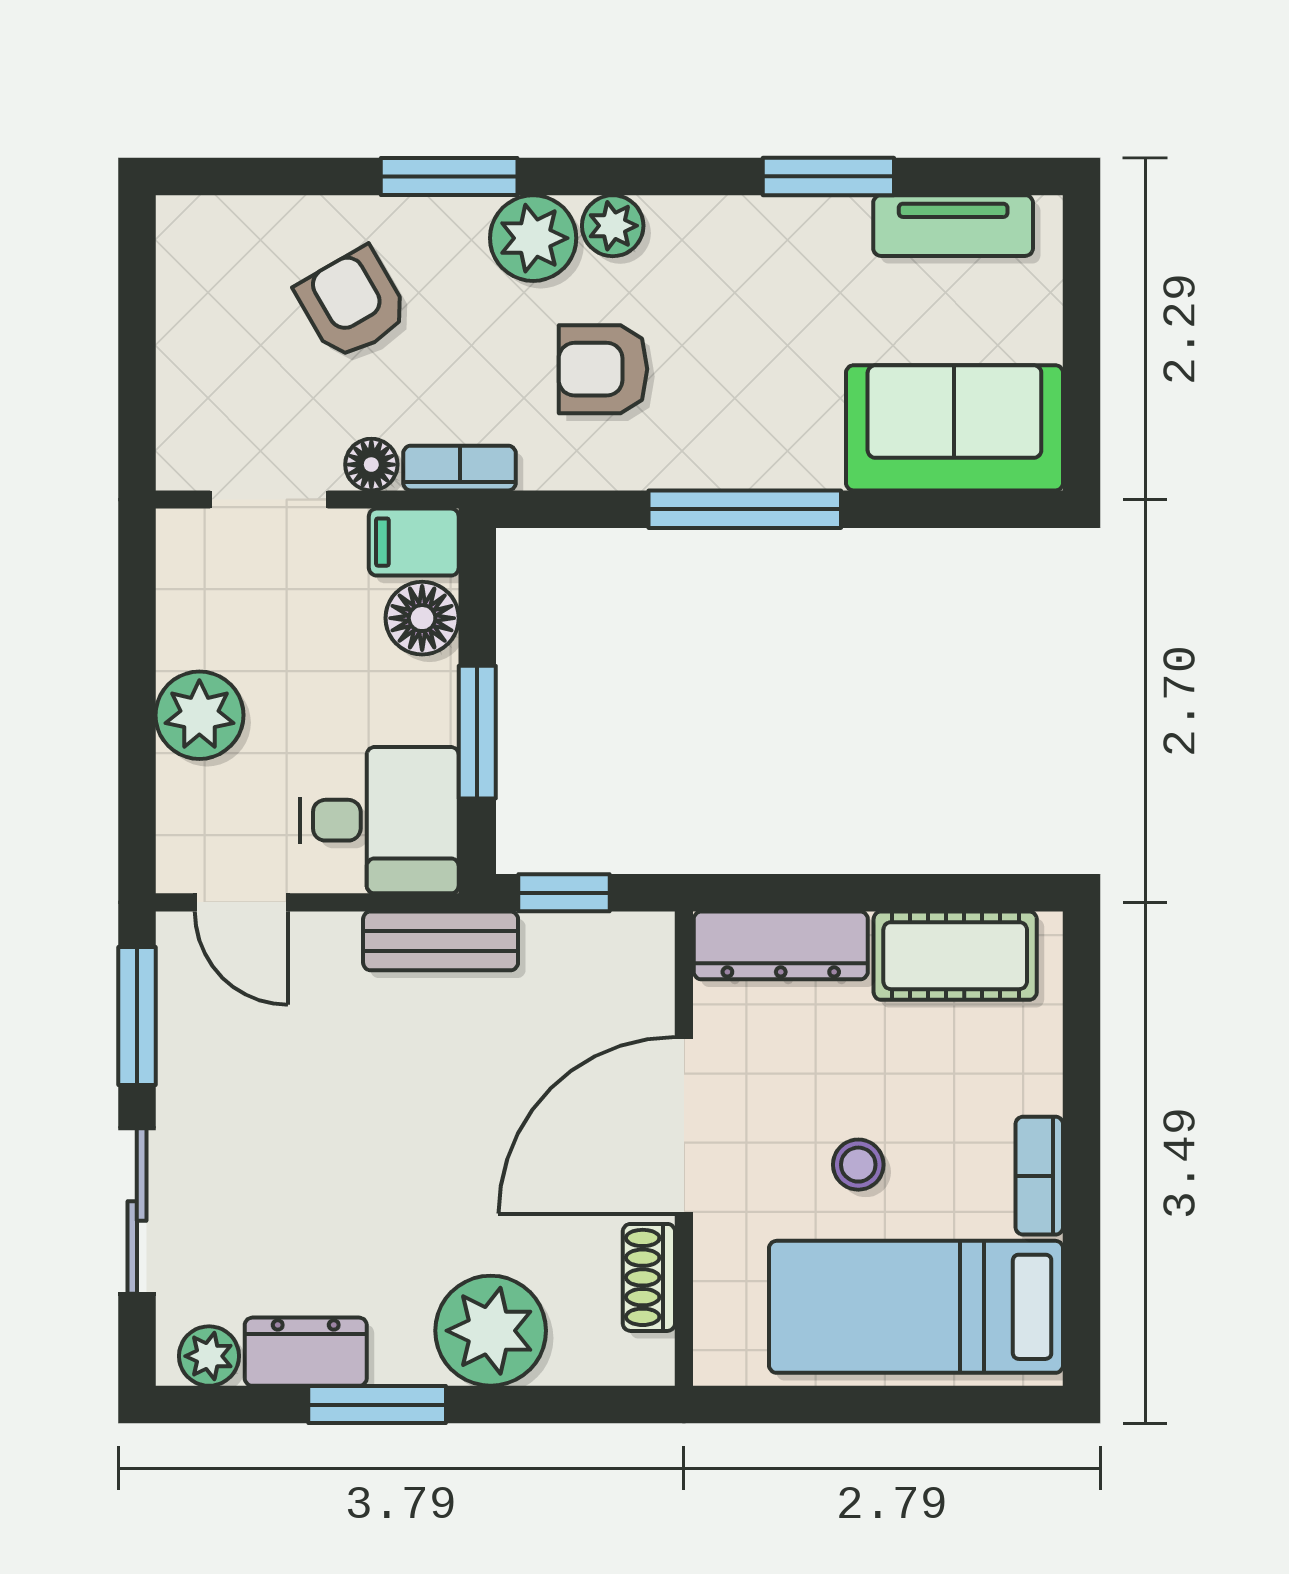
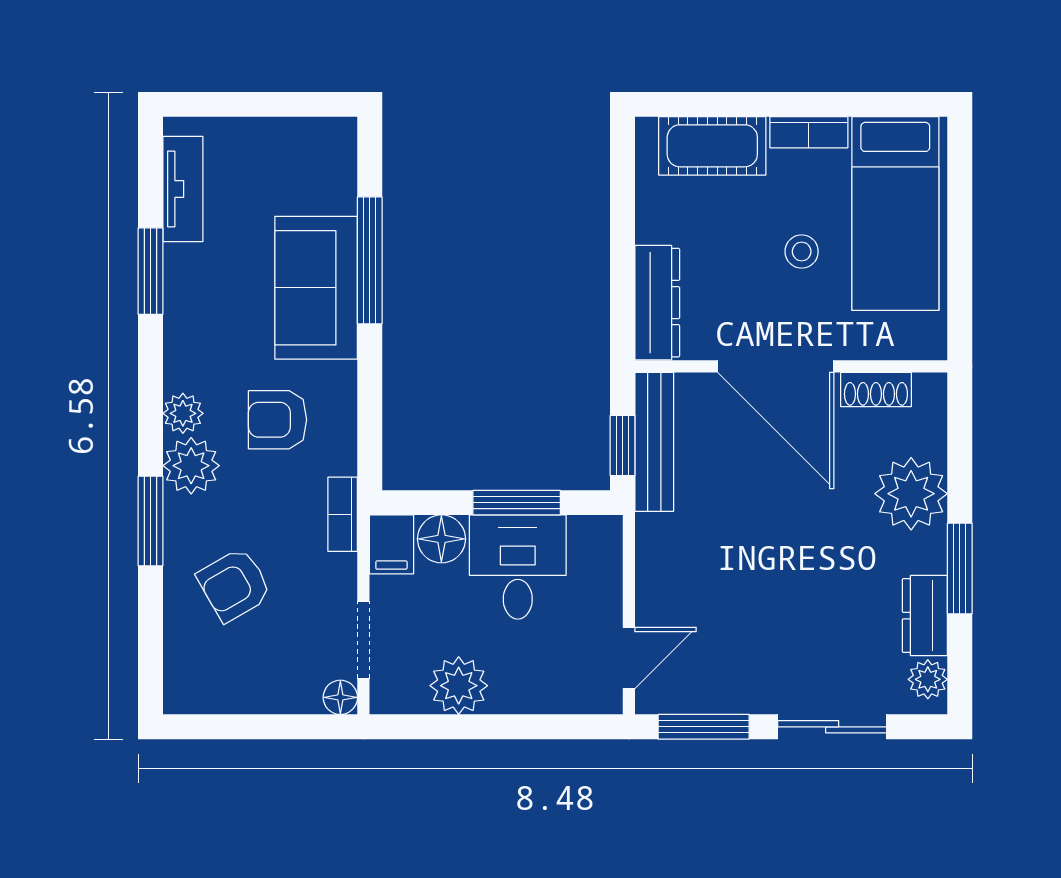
armchair: (603, 369) -> (277, 420), turned 90
sofa: (954, 428) -> (316, 288), moved
floor lamp: (371, 465) -> (340, 697), moved
window: (745, 509) -> (370, 260), moved
plant: (199, 715) -> (459, 686), moved
desk: (380, 820) -> (518, 567), moved
bench: (441, 941) -> (654, 442), moved, width x1.36
cot: (955, 956) -> (712, 146), moved, turned 90

